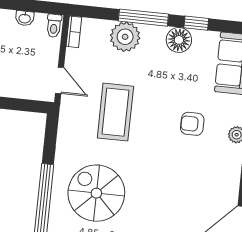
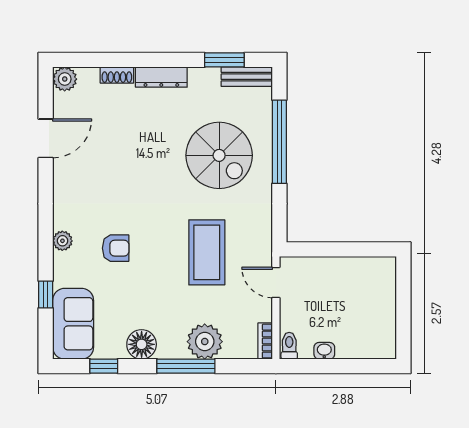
window: (196, 23) -> (104, 366), moved

